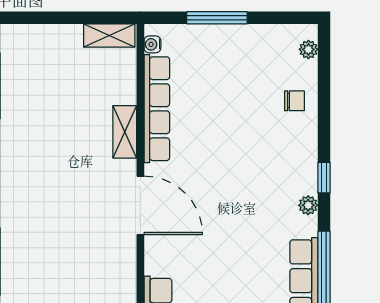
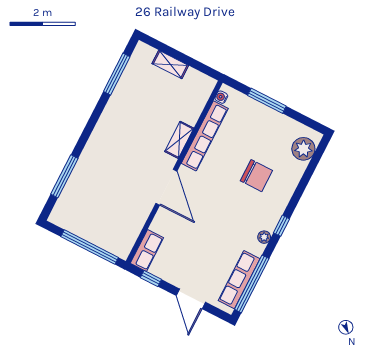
shelving: (109, 35) -> (170, 64), moved
plant: (308, 49) -> (303, 149), width x1.87, depth x1.87
chair: (294, 101) -> (256, 176), moved, width x1.87, depth x1.87

